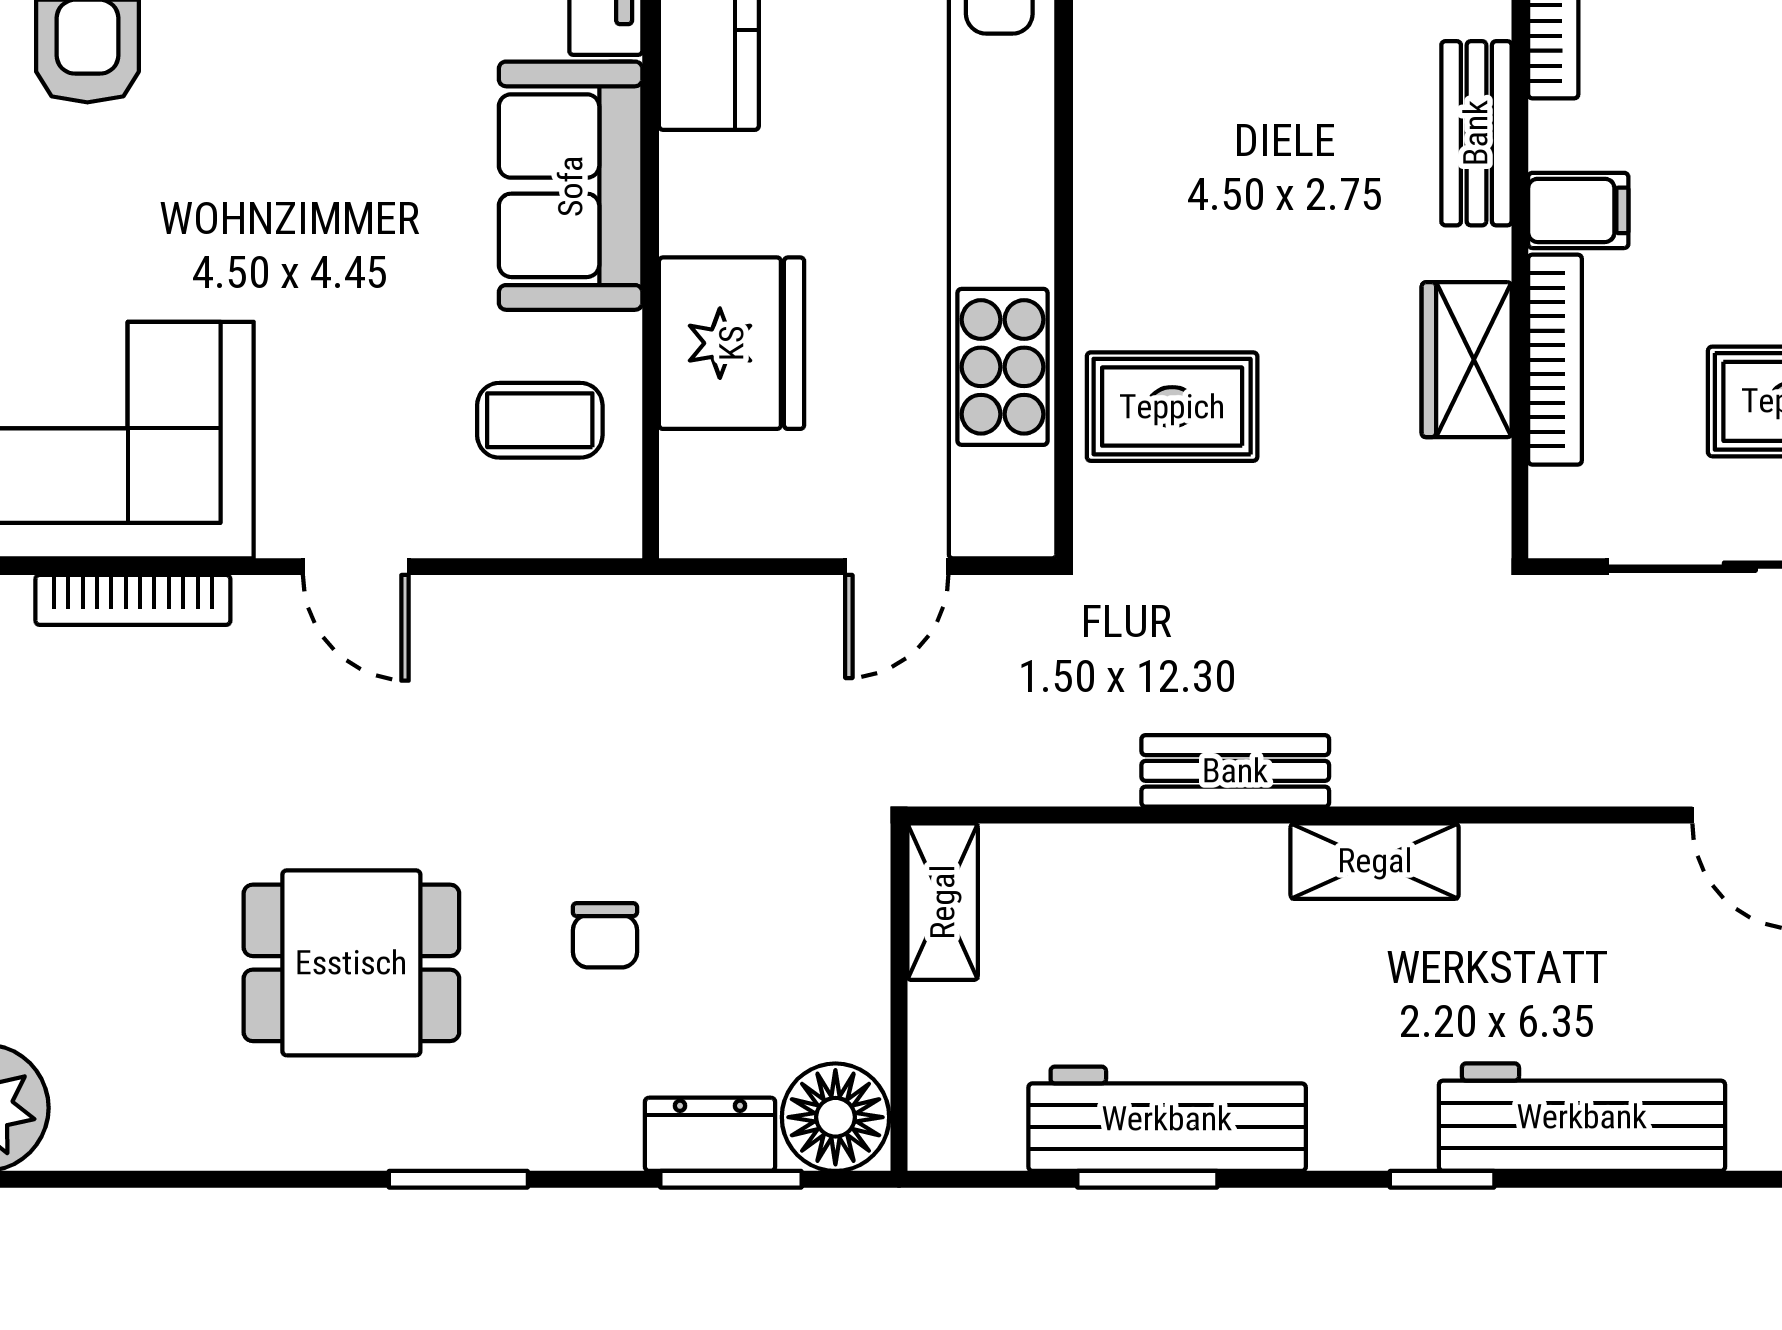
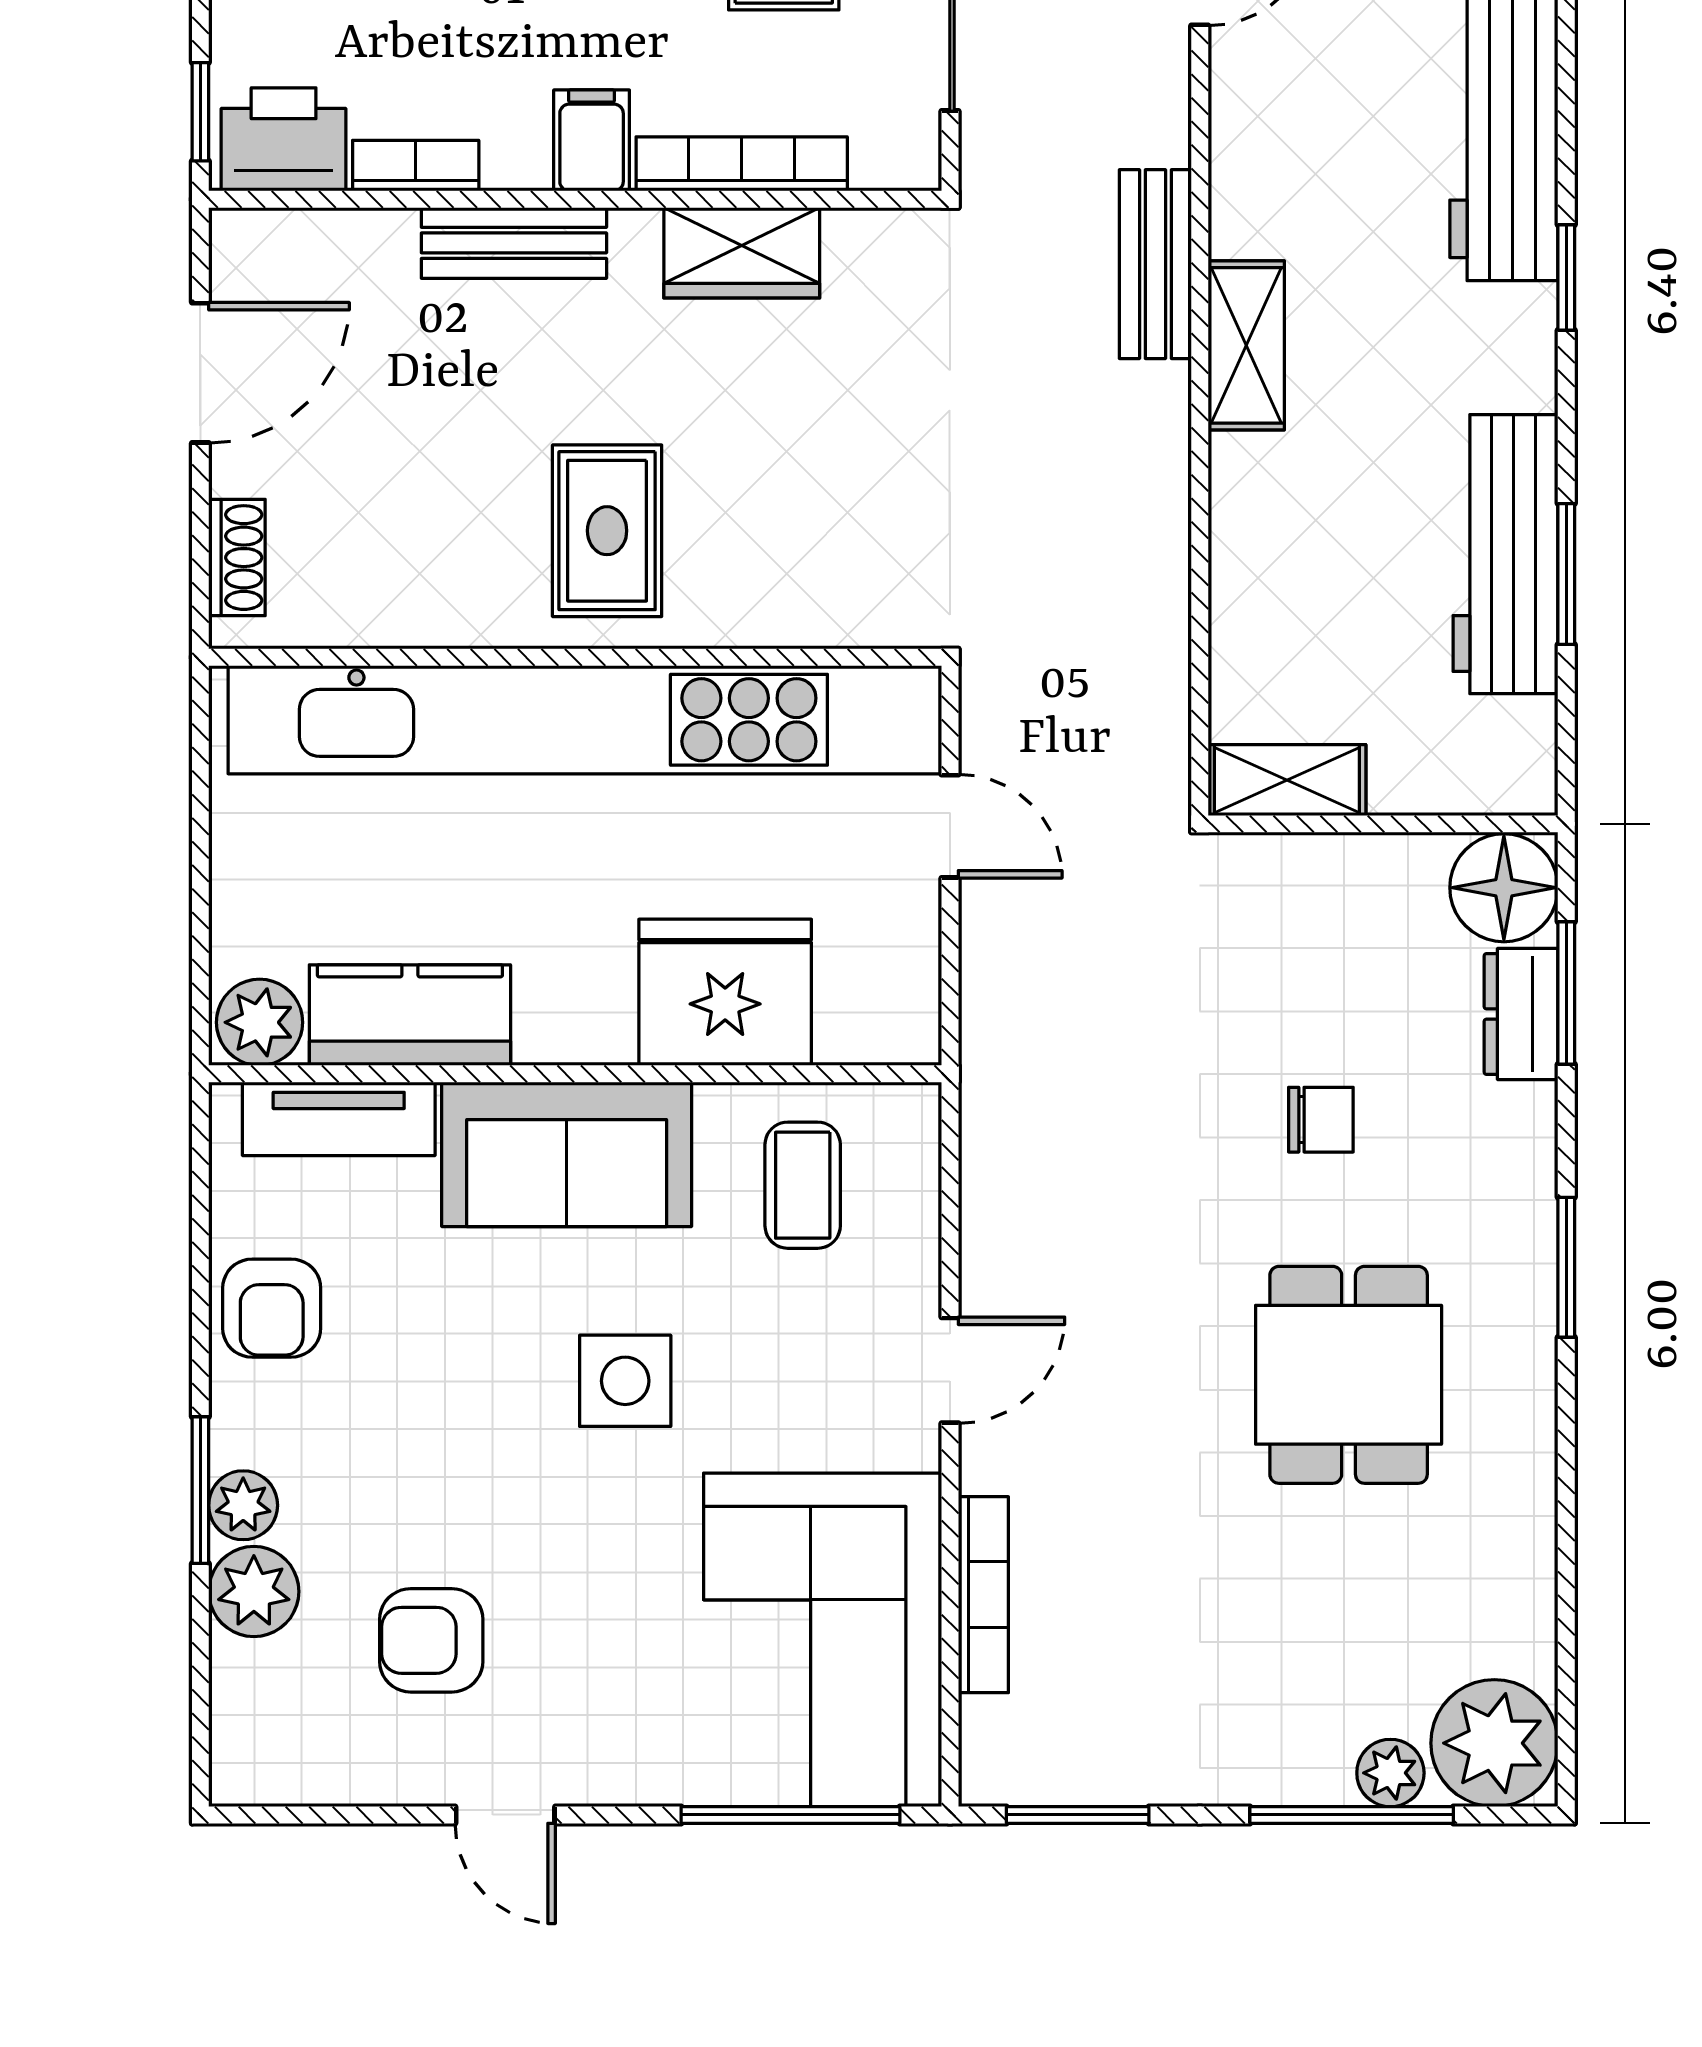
side table: (345, 244) -> (625, 1381), added
rug: (1172, 407) -> (607, 531), moved
bench: (1235, 771) -> (1155, 264), moved

